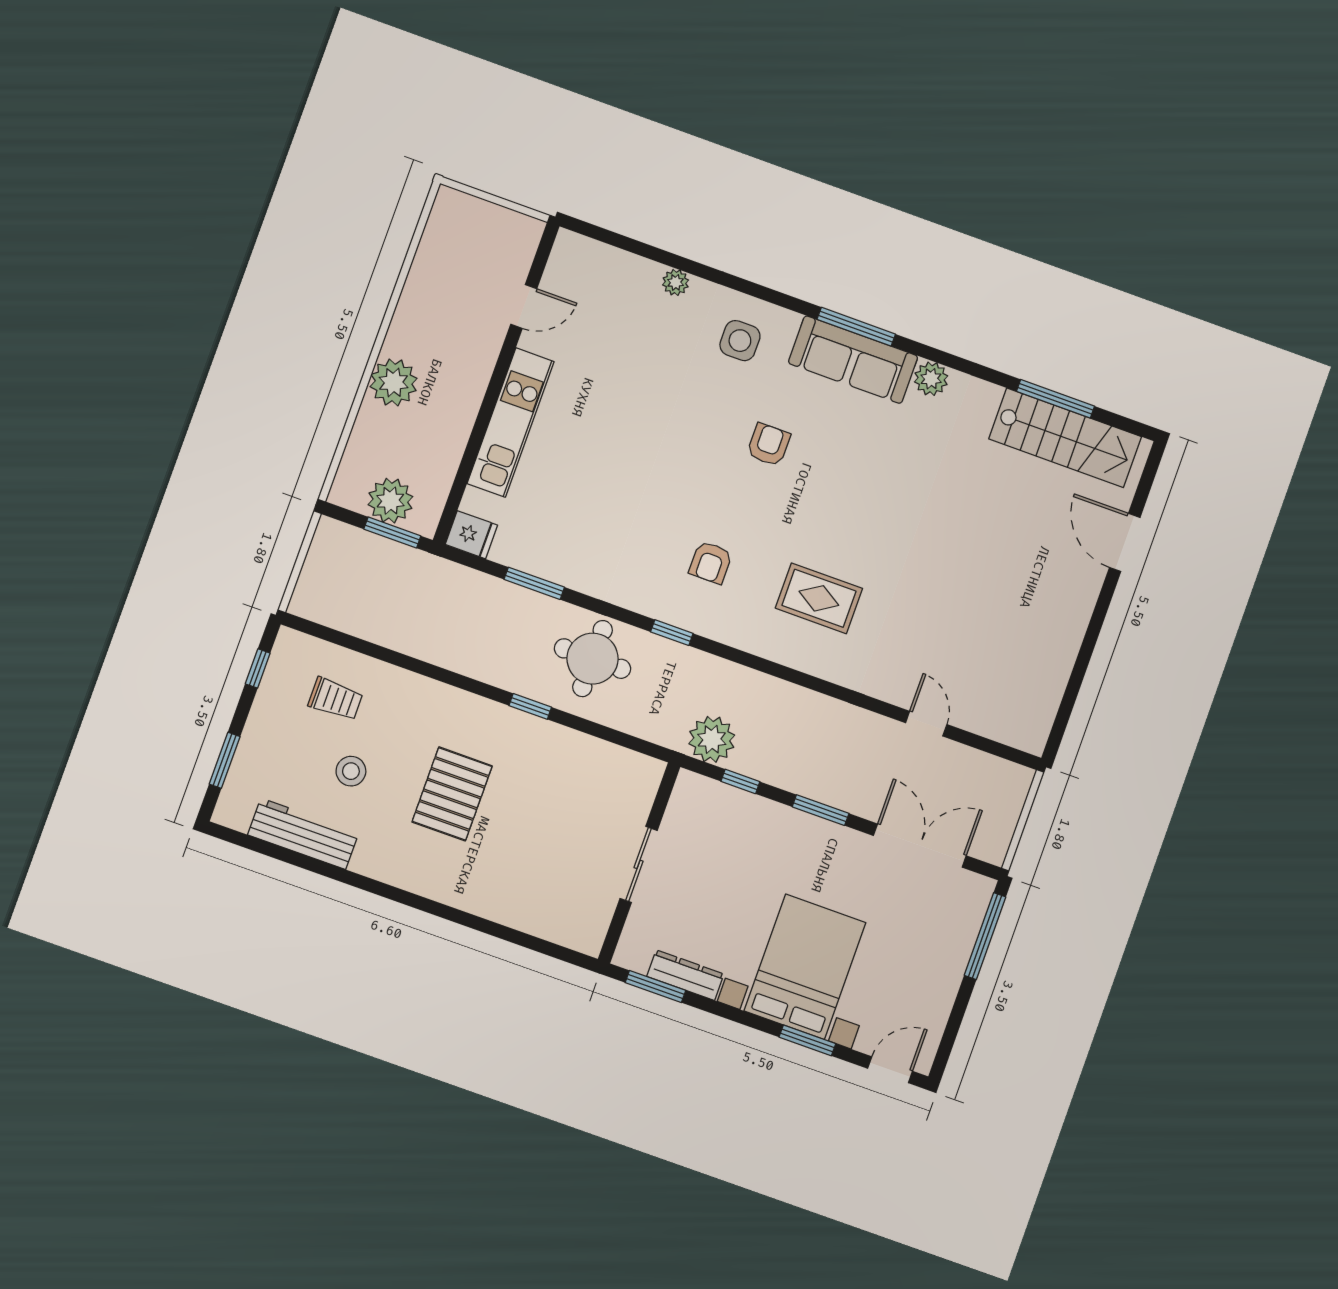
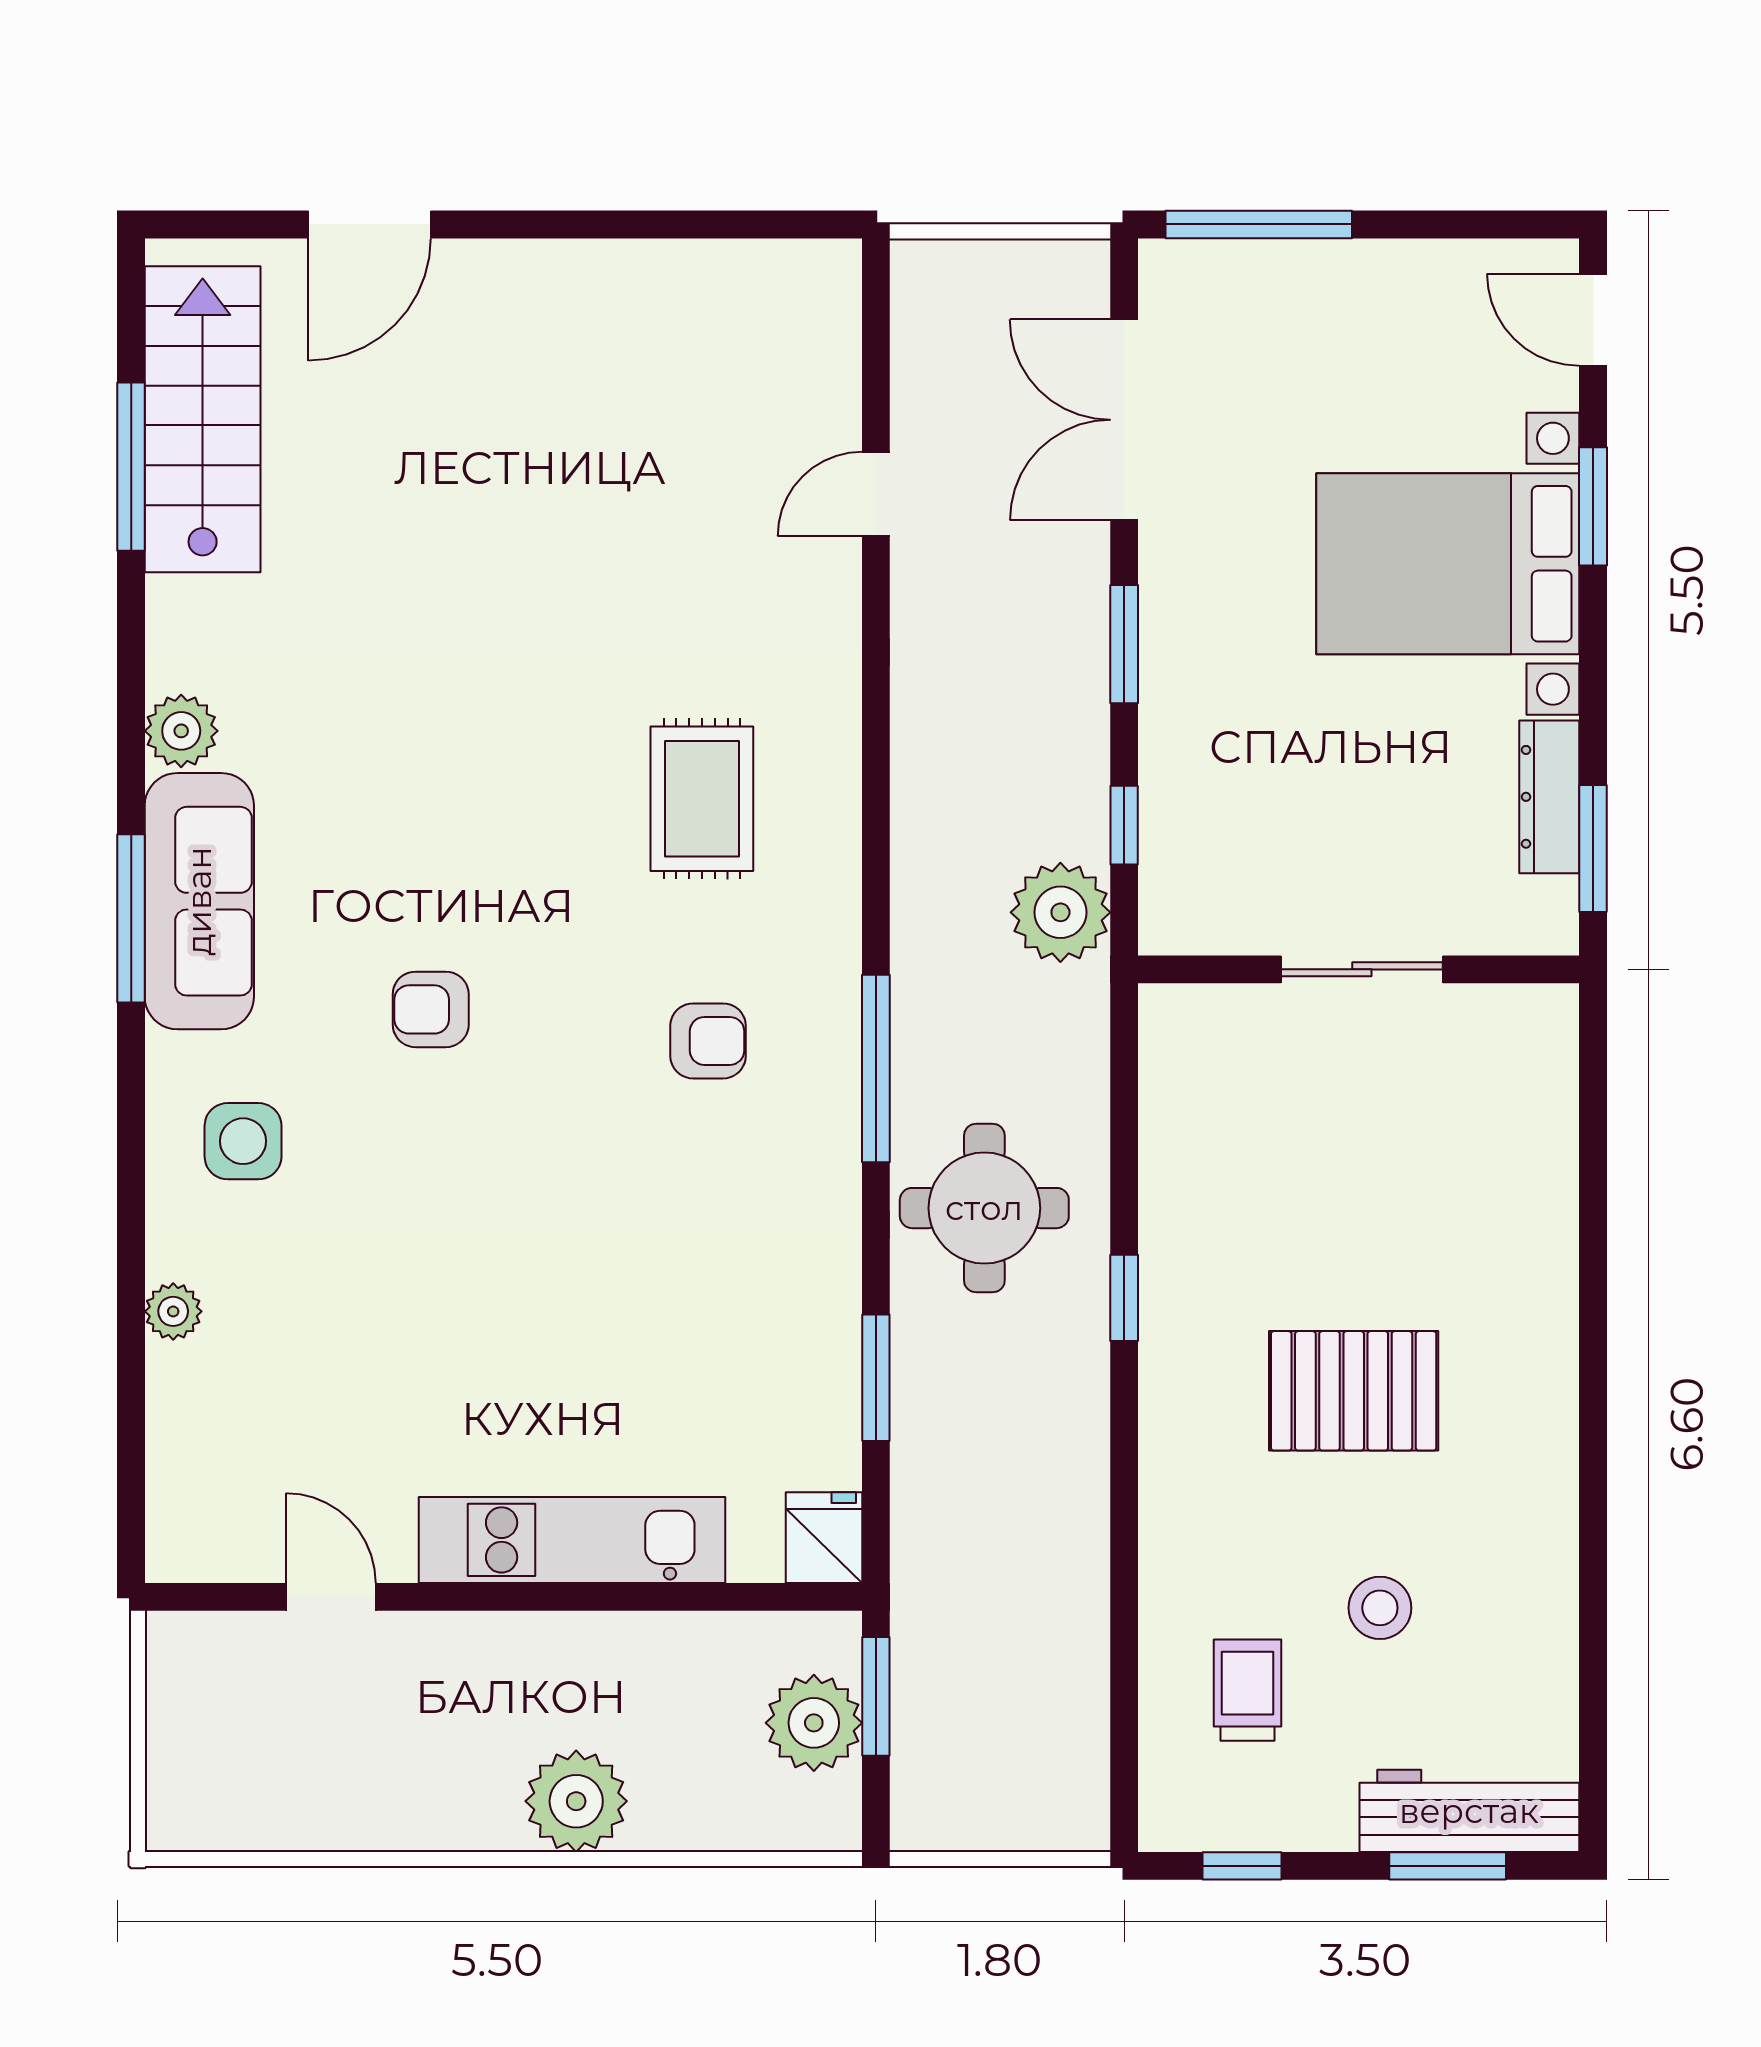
window: (672, 633) -> (876, 1068), width x2.17
workbench: (303, 834) -> (1469, 1811), moved, turned 90

